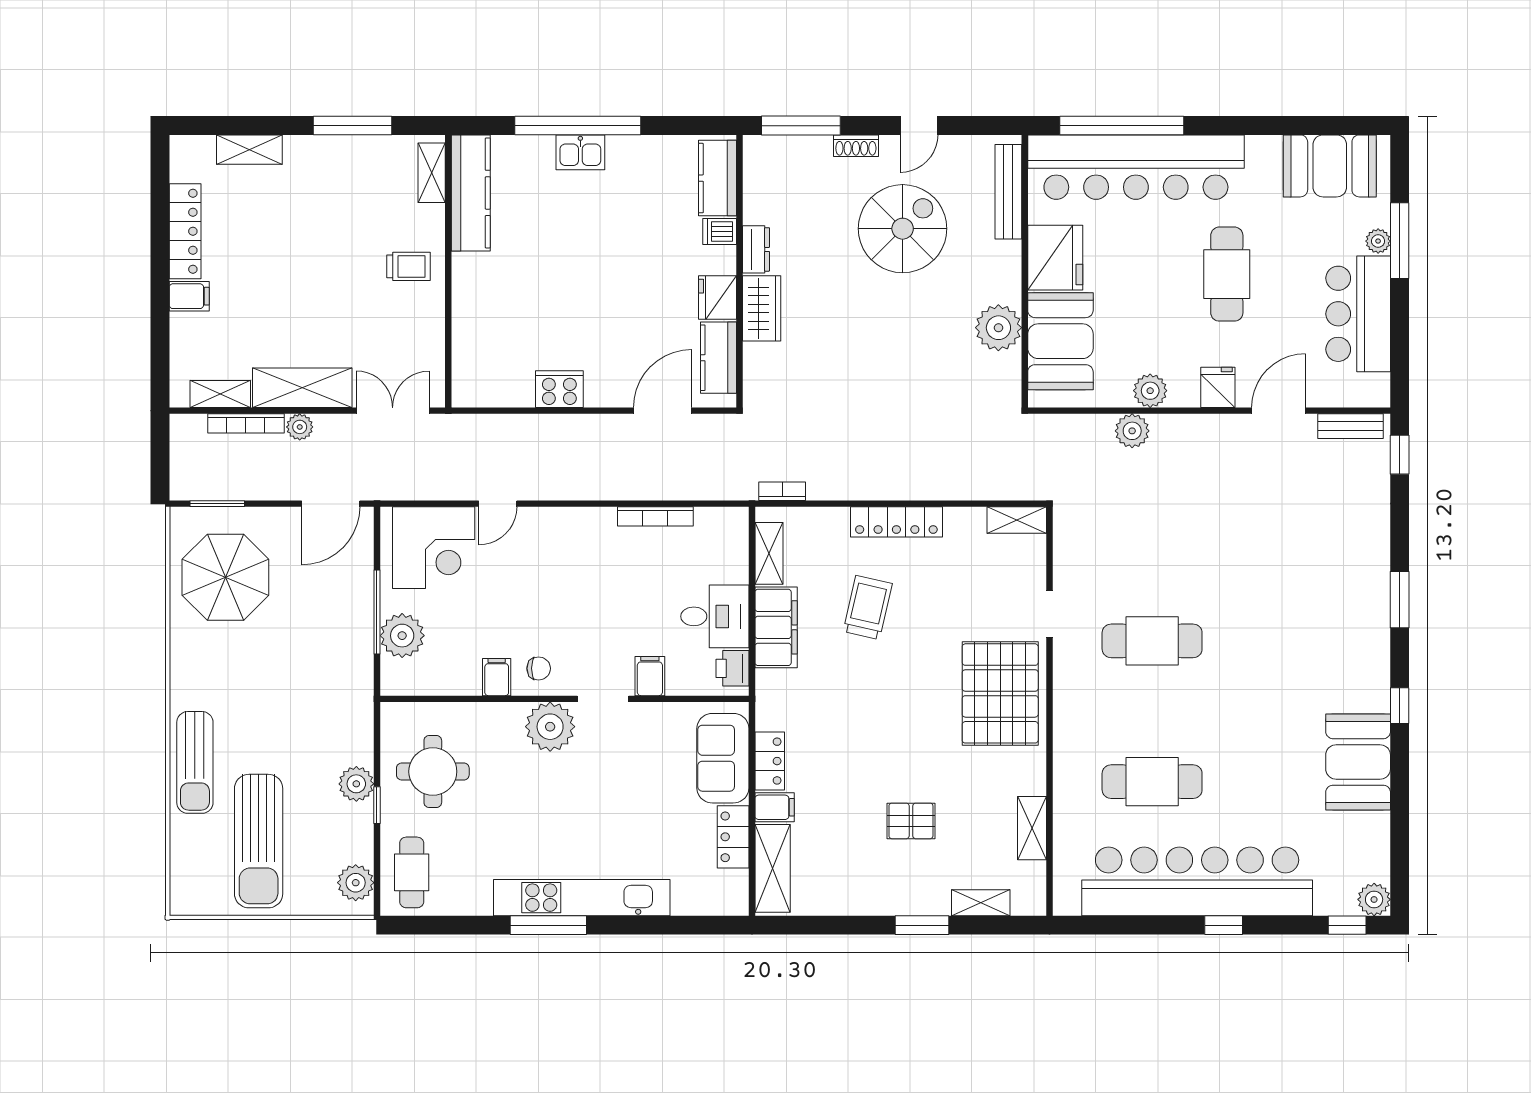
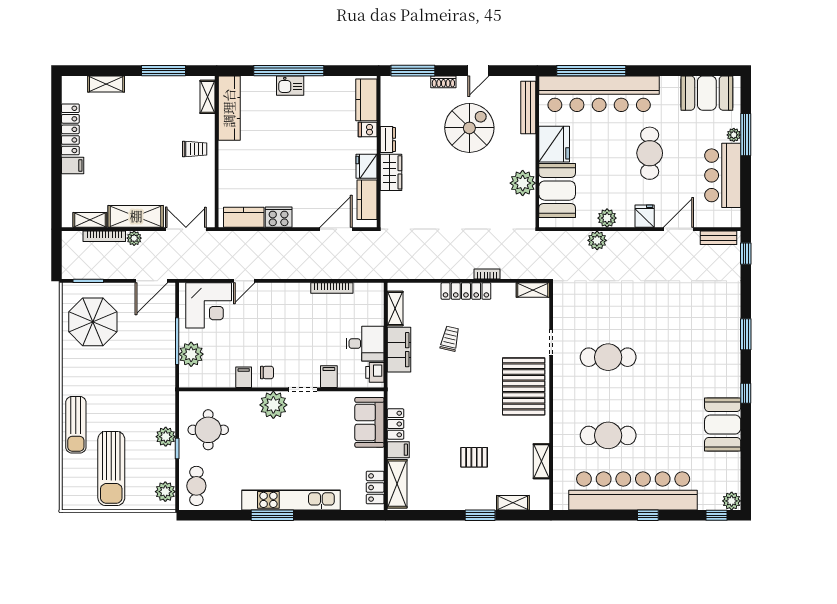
kitchen counter: (497, 389) -> (244, 217), added
bookcase: (782, 491) -> (487, 274), moved
trolley: (868, 607) -> (450, 339), width x0.73, depth x0.72
locker: (733, 837) -> (375, 487), moved

